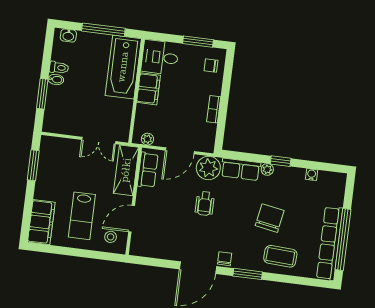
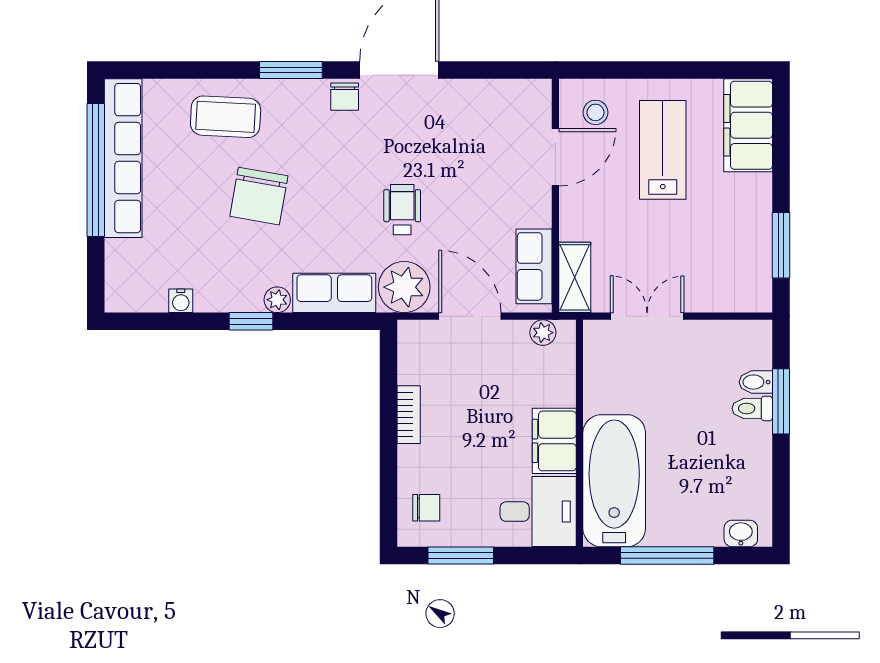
toilet: (59, 68) -> (752, 408), moved
bidet: (56, 79) -> (756, 382), moved
door: (180, 151) -> (470, 316), hinge flipped
shelving: (126, 170) -> (575, 277), width x0.67, depth x0.75

